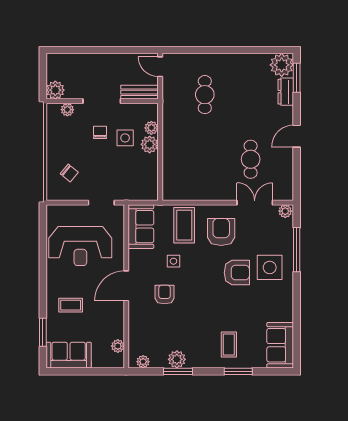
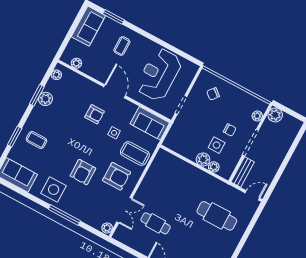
cafe table: (205, 95) -> (217, 216), width x1.37, depth x1.35
window: (297, 250) -> (64, 215), moved
side table: (270, 267) -> (54, 190), moved

